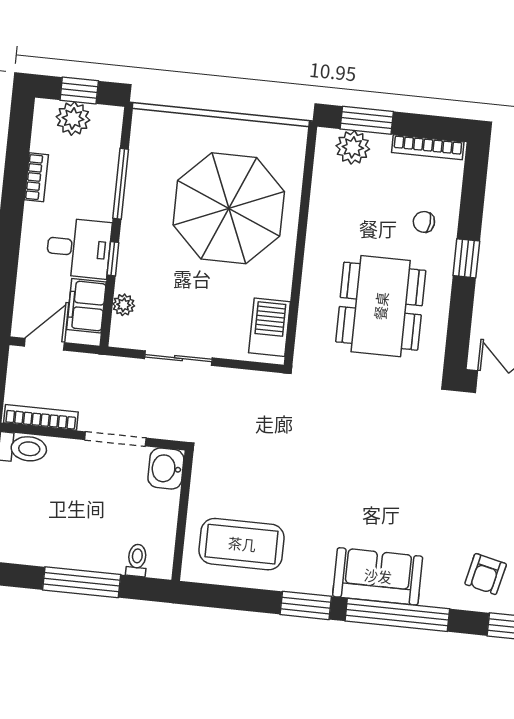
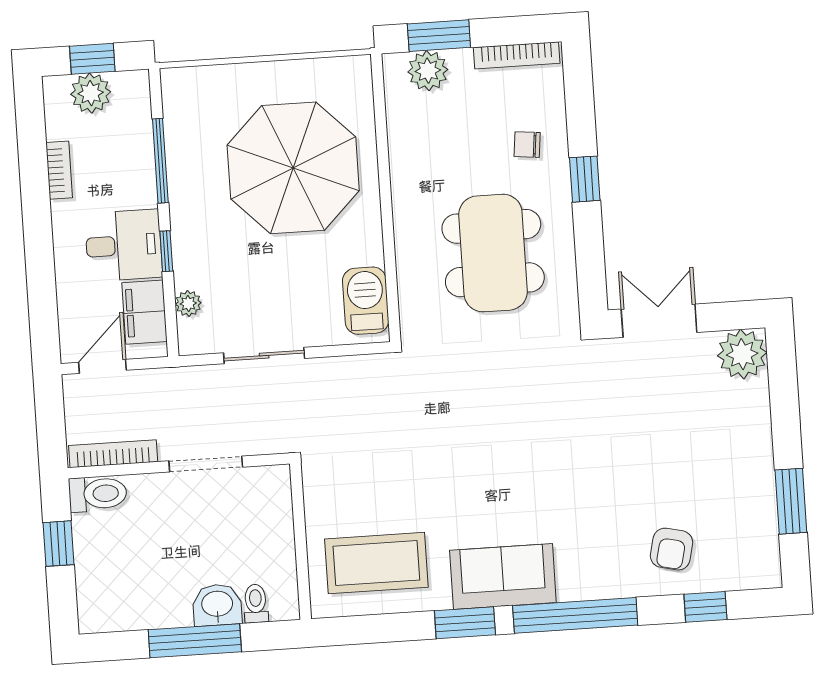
washbasin: (166, 469) -> (217, 605), moved, turned 90
sofa: (378, 576) -> (503, 576), moved

